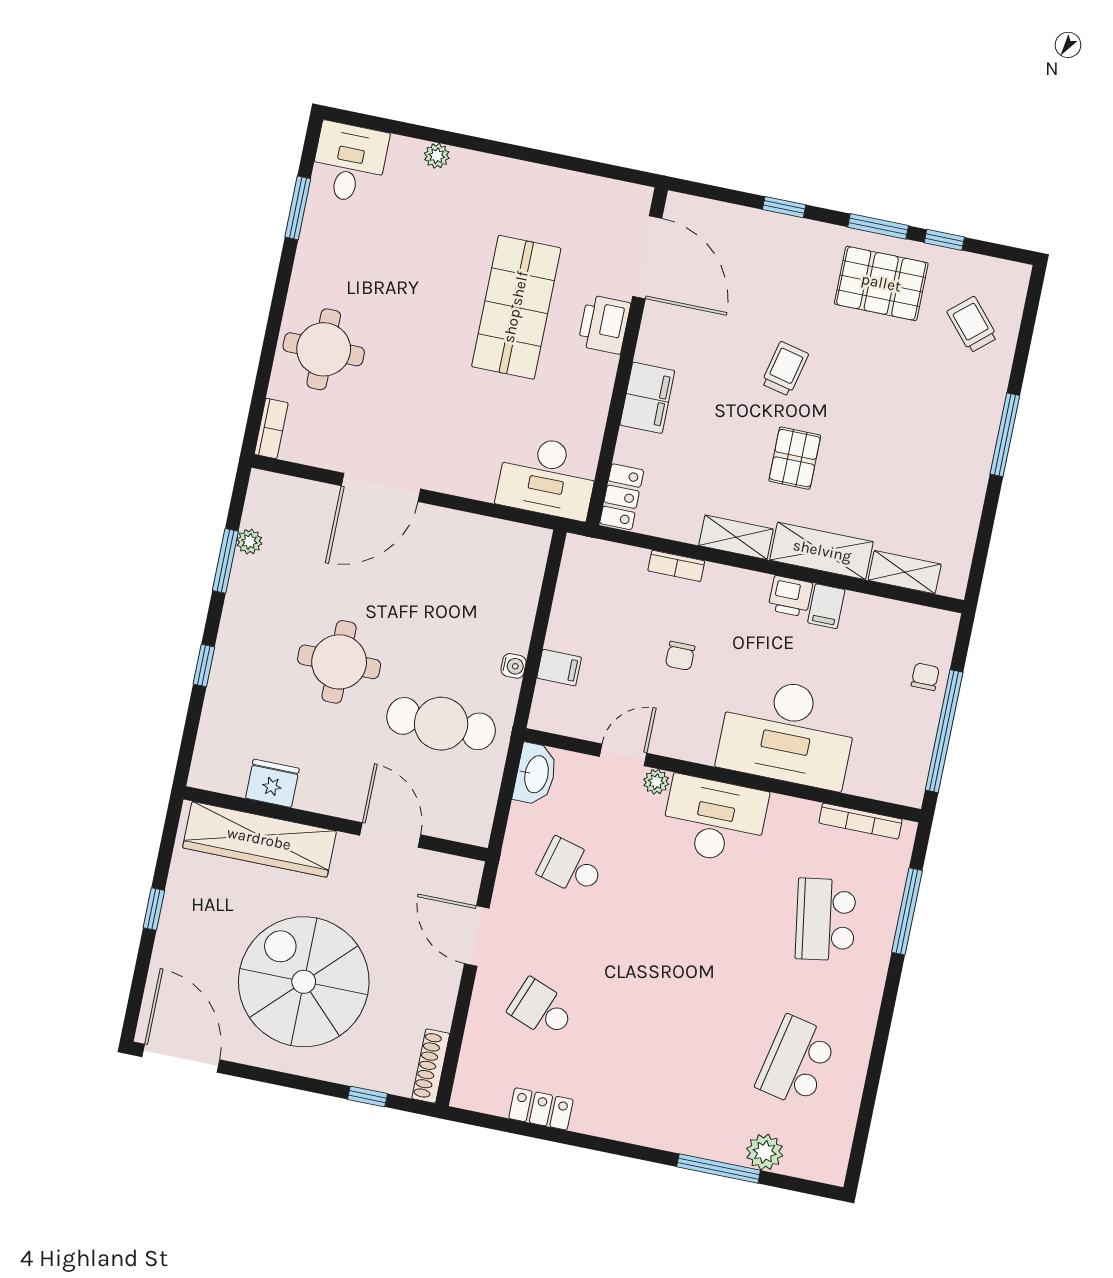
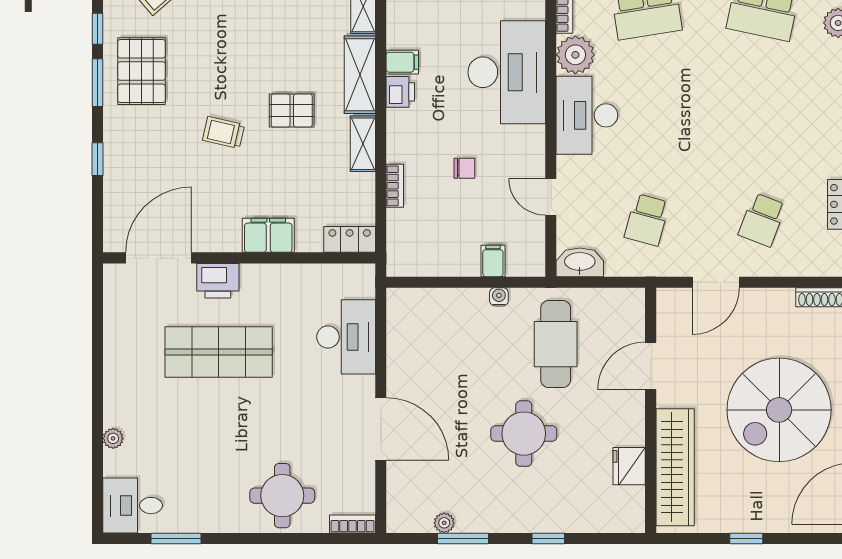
desk: (547, 477) -> (346, 337), moved
plant: (656, 782) -> (575, 55), moved, width x1.88, depth x1.88

